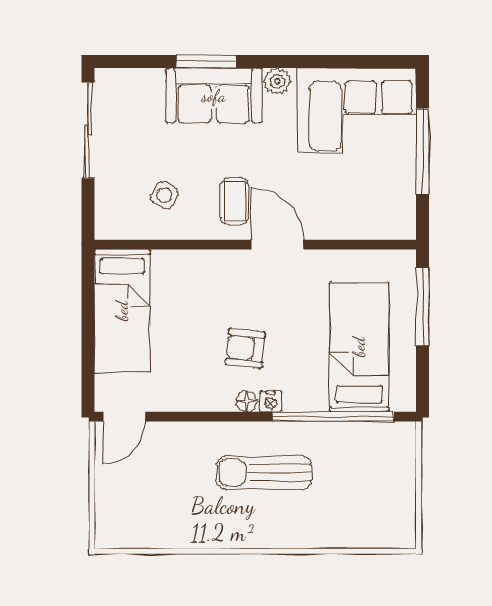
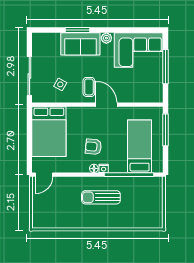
sliding door: (88, 130) -> (29, 76), moved
bed: (122, 311) -> (49, 132), width x1.50

